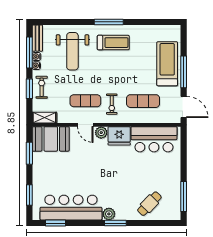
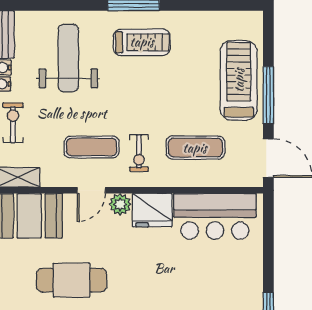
weight bench: (72, 51) -> (68, 58), turned 180
door: (85, 125) -> (91, 190), hinge flipped
cafe table: (74, 175) -> (72, 280), added

